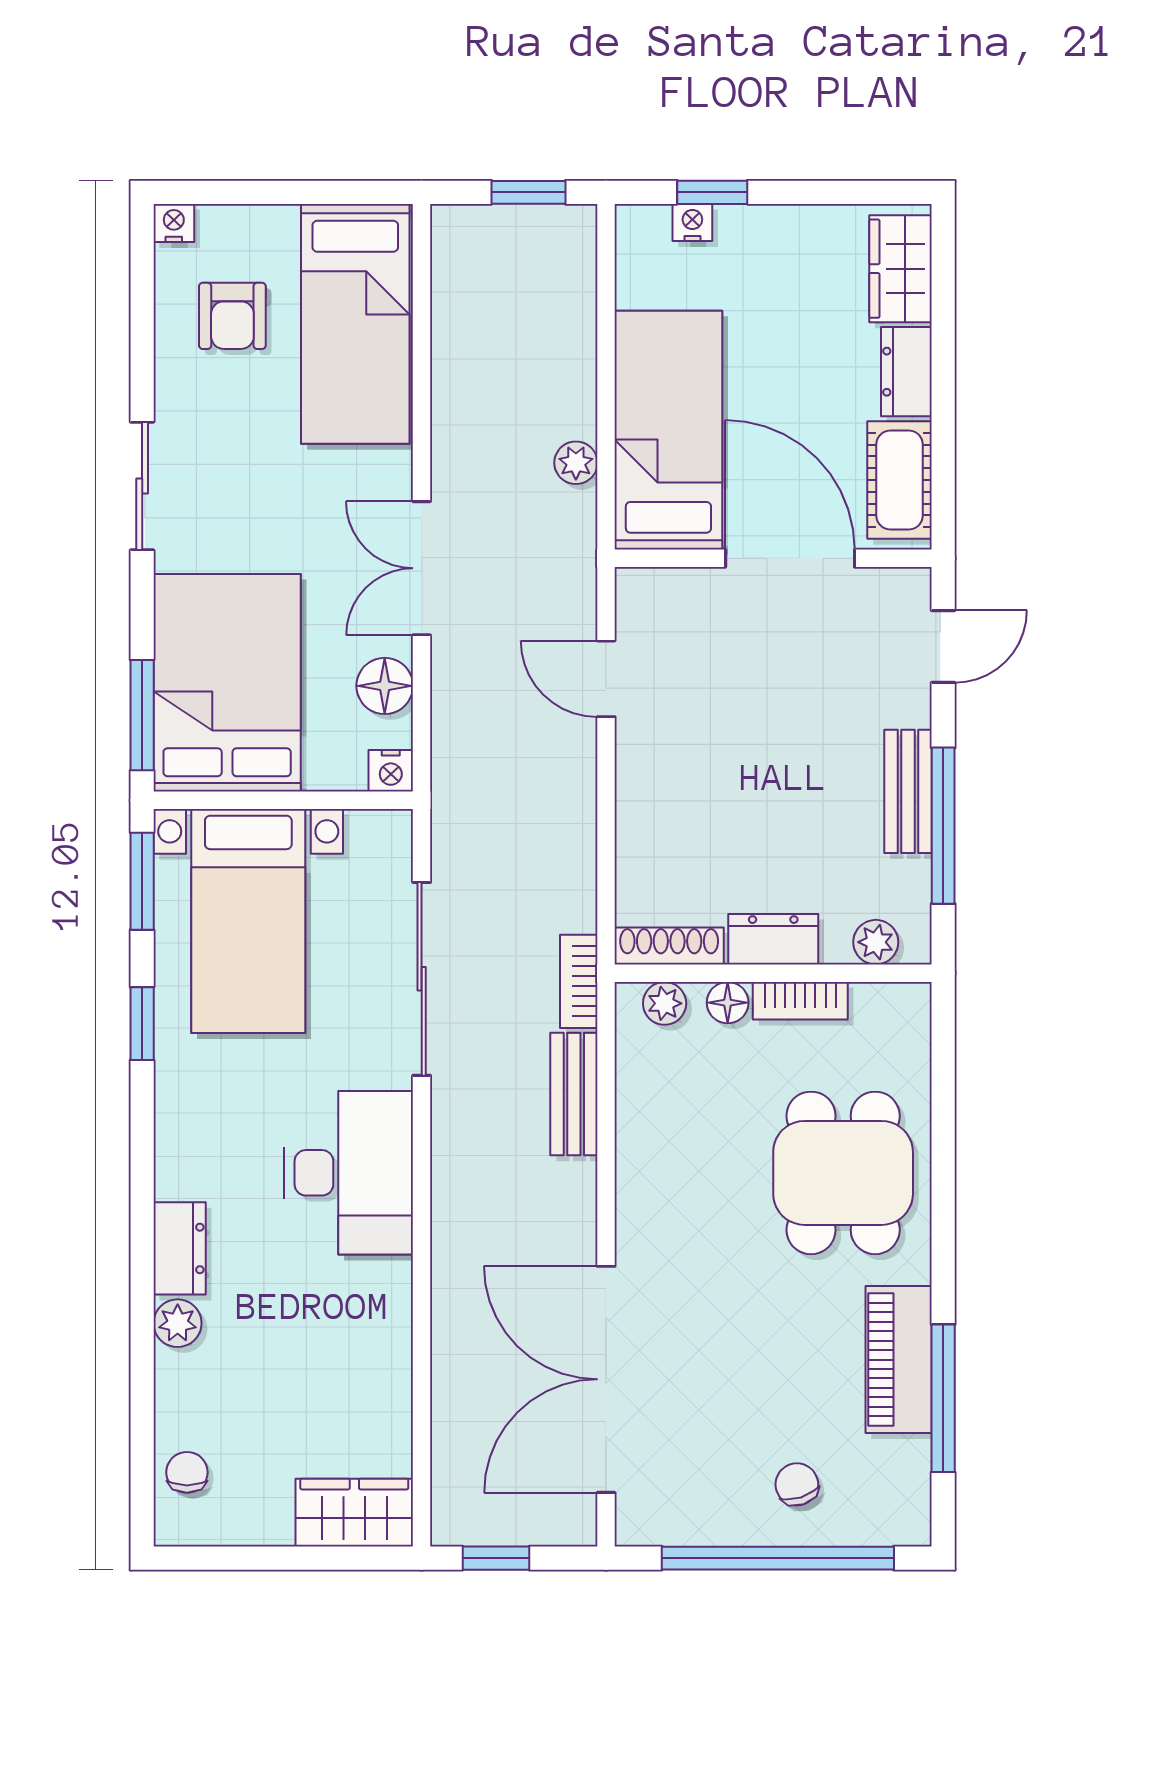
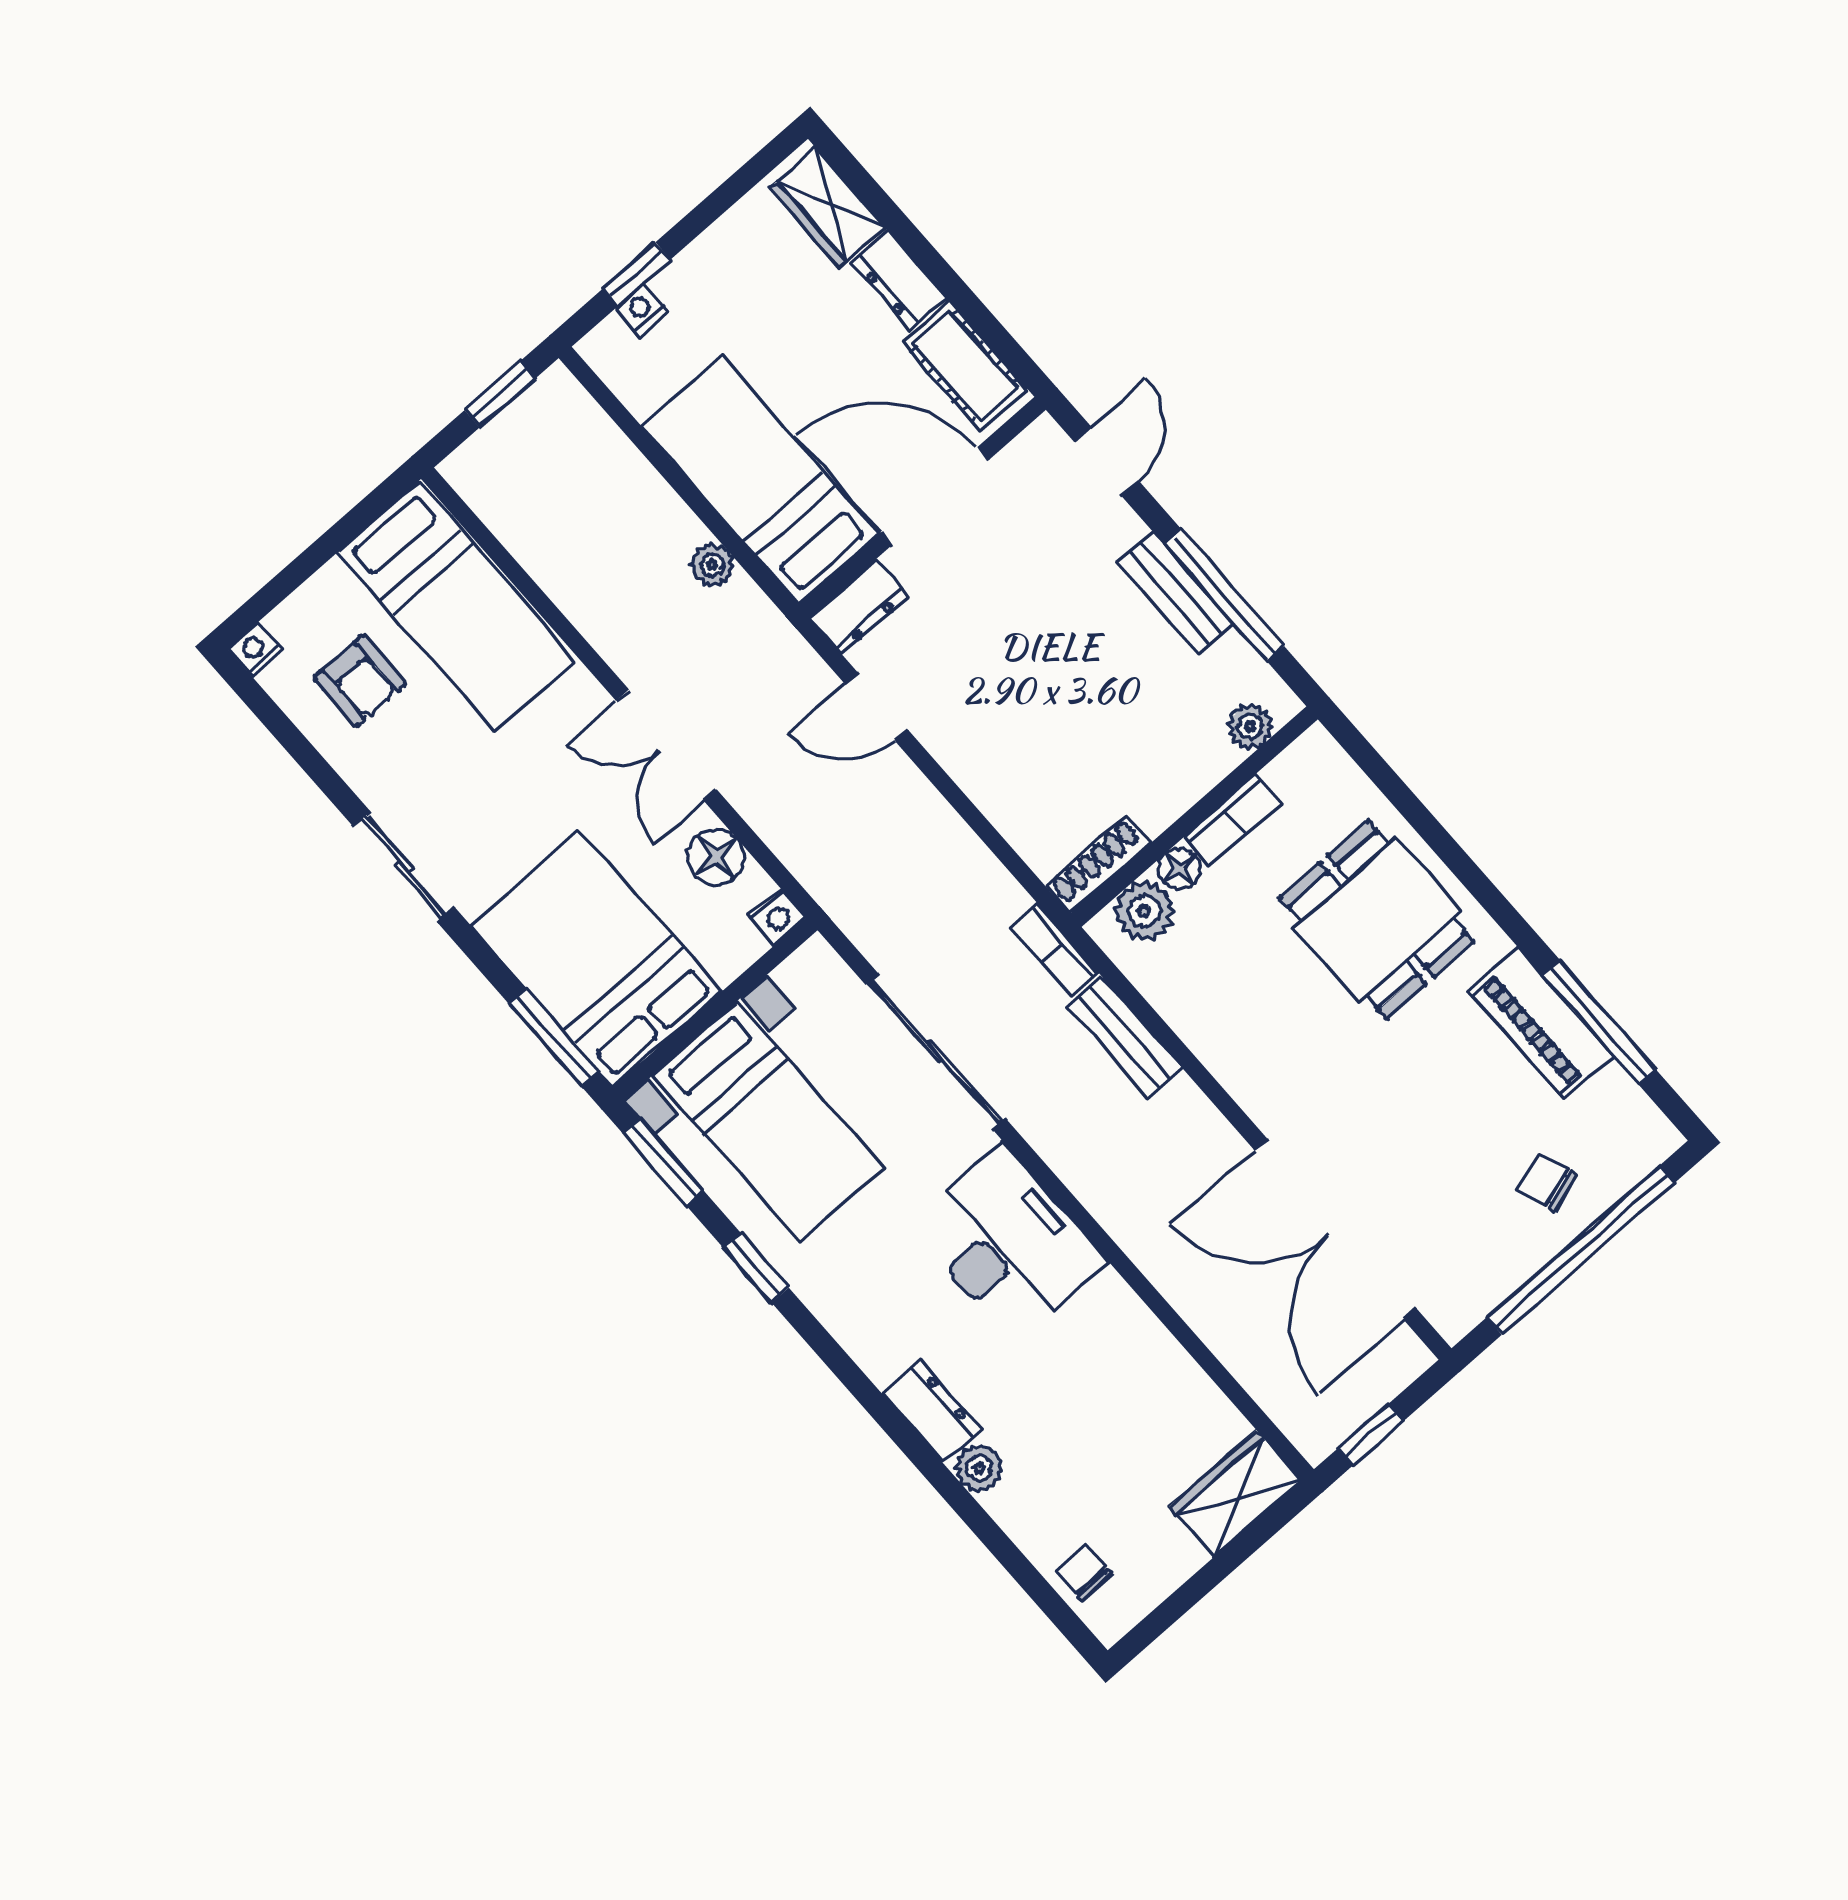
dresser: (773, 939) -> (860, 607), moved, turned 180
plant: (665, 1003) -> (1144, 911), width x1.38, depth x1.38

